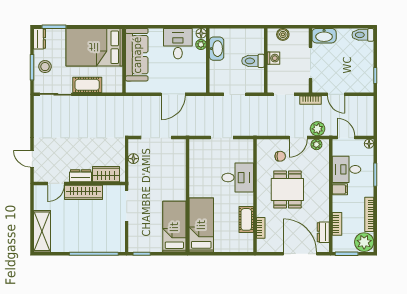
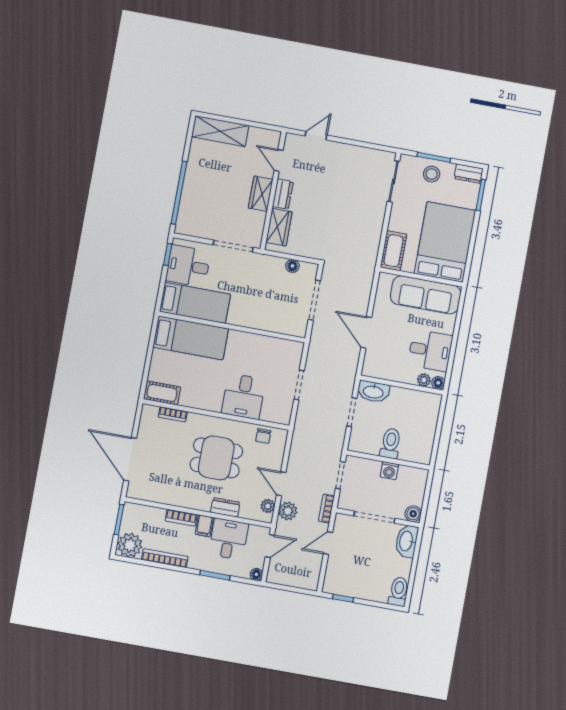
boiler: (283, 34) -> (413, 514), moved
washbasin: (217, 49) -> (373, 392), moved
cot: (87, 85) -> (393, 251), moved
chair: (280, 156) -> (263, 436), moved
wardrobe: (83, 192) -> (261, 194), width x0.67
cot: (246, 219) -> (162, 393), moved
bookcase: (337, 224) -> (181, 518), moved
dresser: (323, 232) -> (225, 507), moved
desk: (148, 237) -> (188, 266), added
door: (300, 254) -> (130, 459), swing flipped

